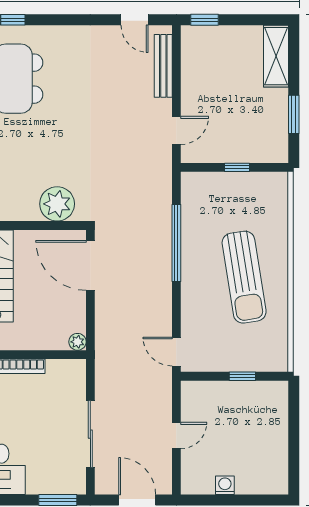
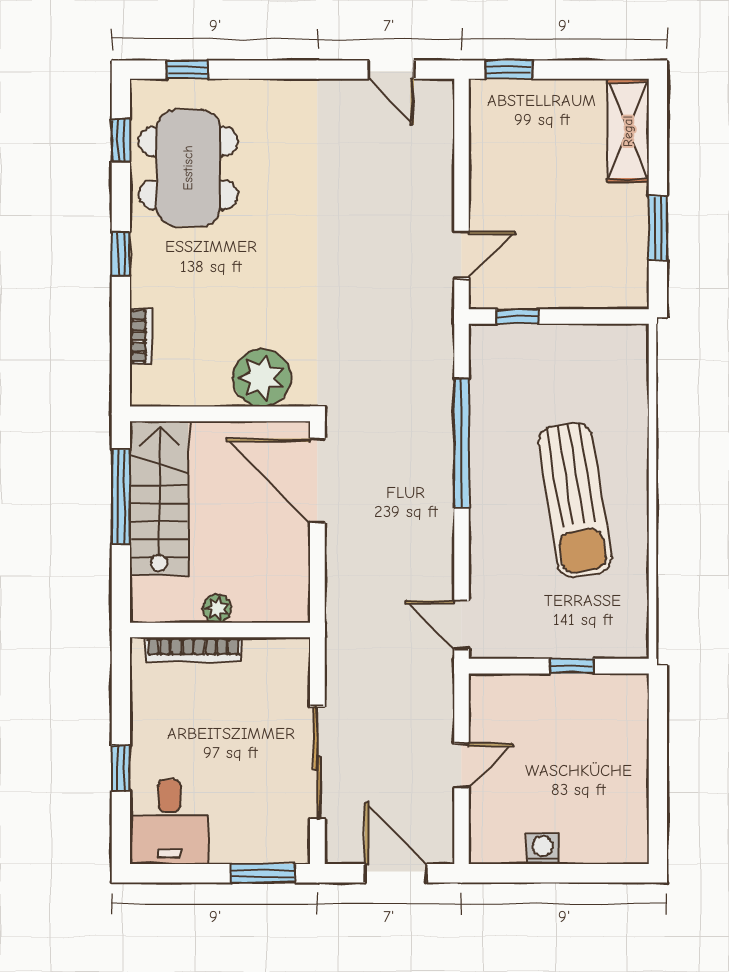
bench: (163, 66) -> (440, 147), removed
window: (237, 167) -> (518, 317), moved
plant: (77, 342) -> (217, 609), moved

